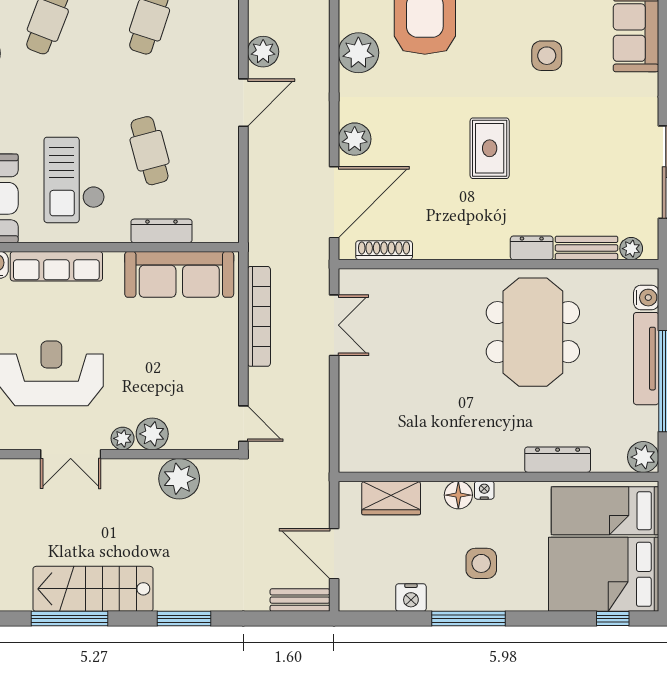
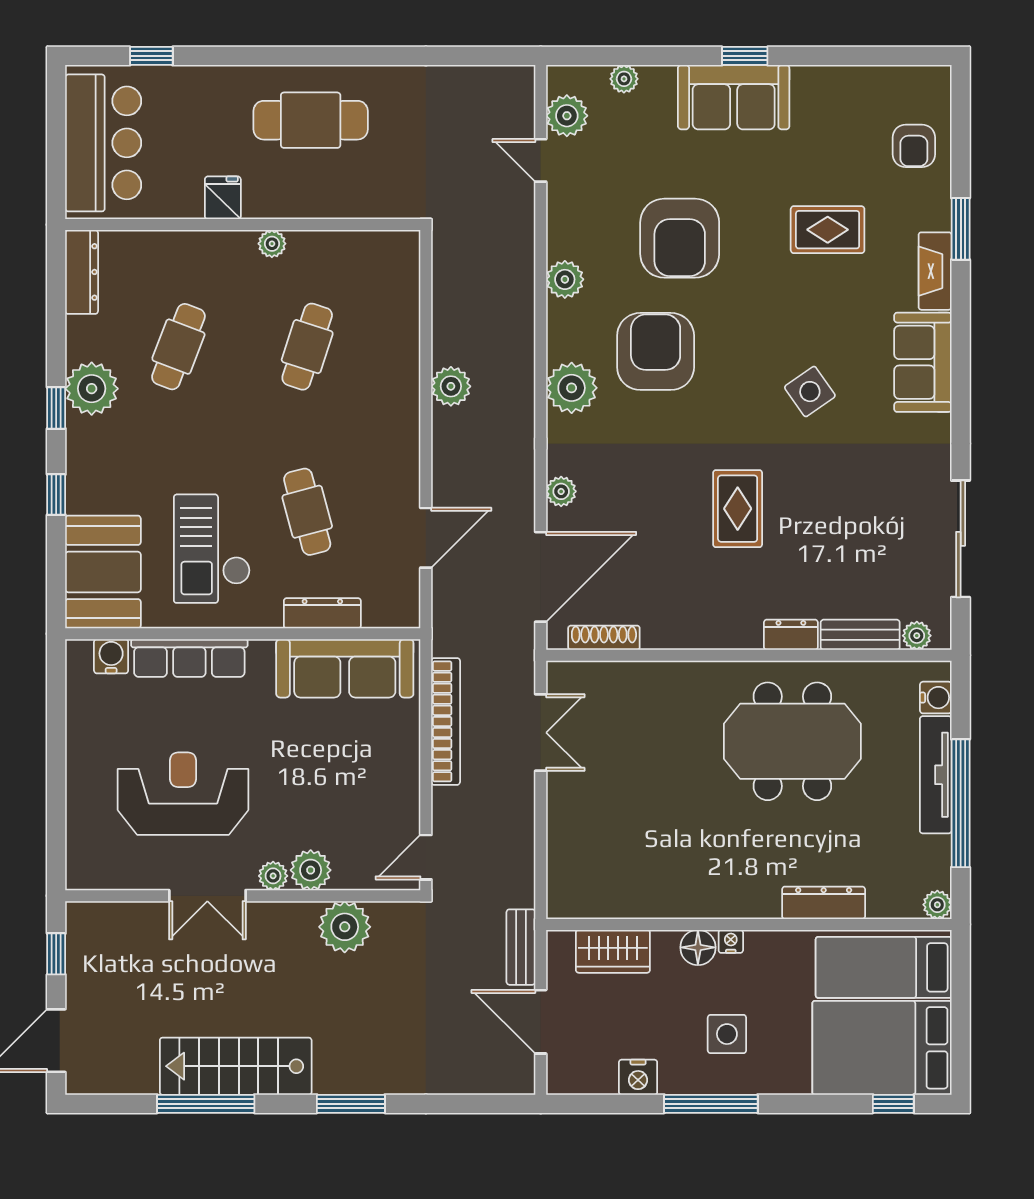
side table: (547, 56) -> (810, 392), turned -35
door: (243, 103) -> (426, 538), moved
plant: (355, 139) -> (561, 491), width x0.73, depth x0.73
meeting table: (533, 332) -> (792, 741), turned 90
door: (243, 424) -> (426, 857), swing flipped
plant: (643, 457) -> (937, 905), width x0.73, depth x0.73
bench: (300, 600) -> (521, 947), moved, turned 90

